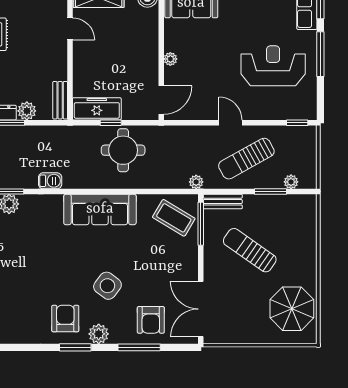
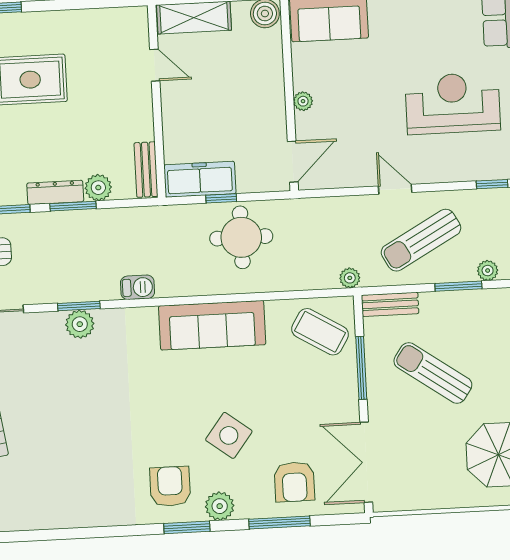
window: (201, 224) -> (361, 368), moved

